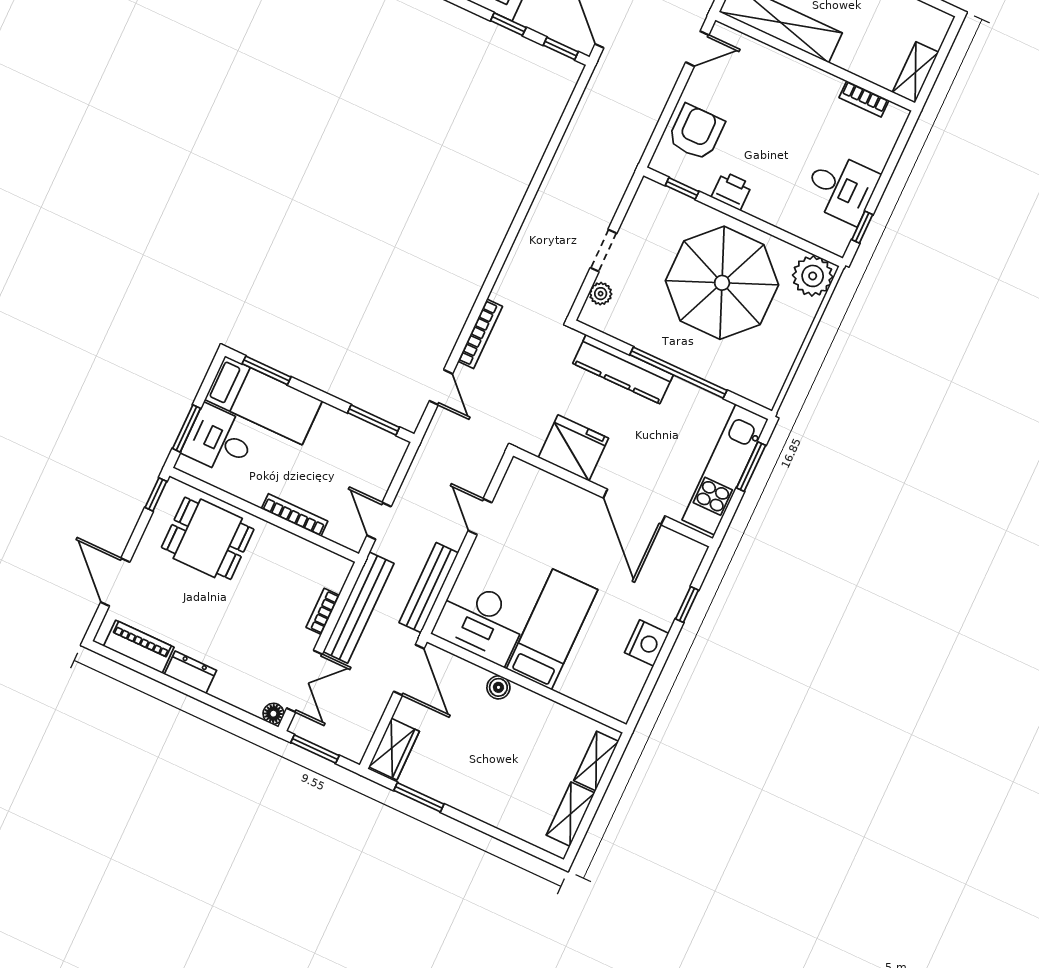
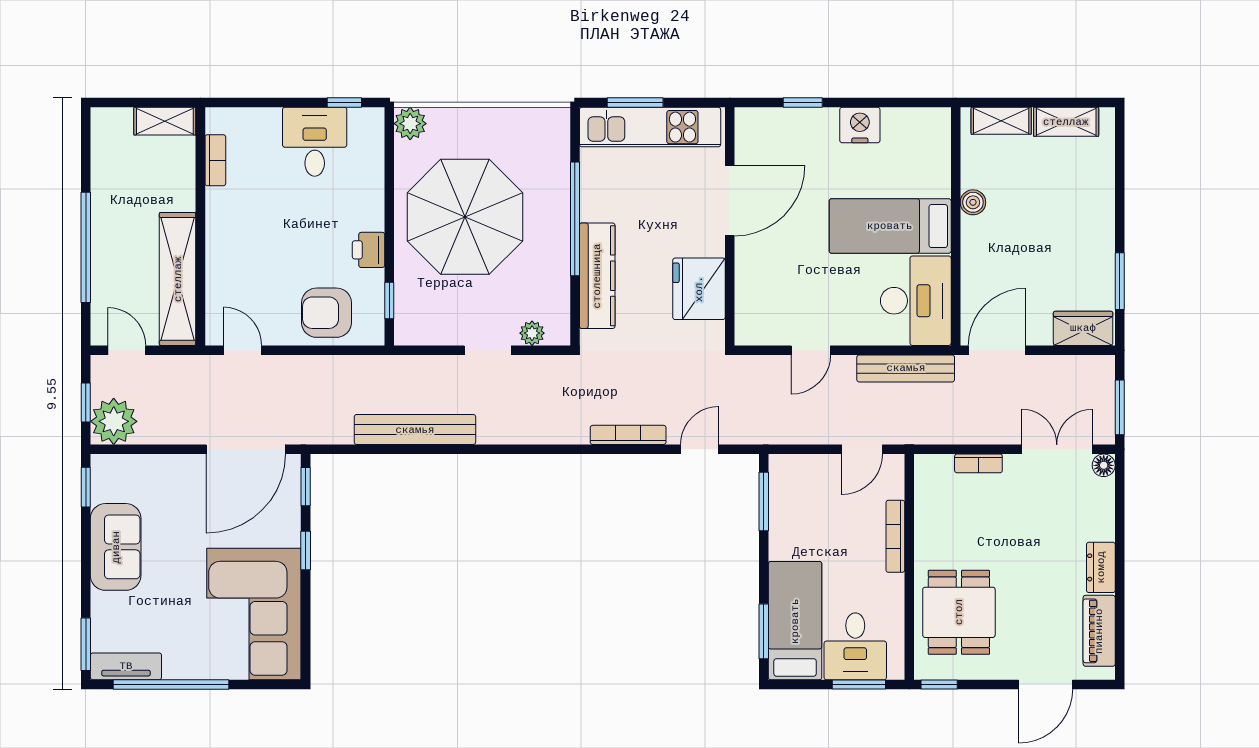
plant: (813, 276) -> (410, 124), width x0.73, depth x0.73
bench: (358, 608) -> (415, 430), moved
boiler: (498, 687) -> (973, 202), moved

